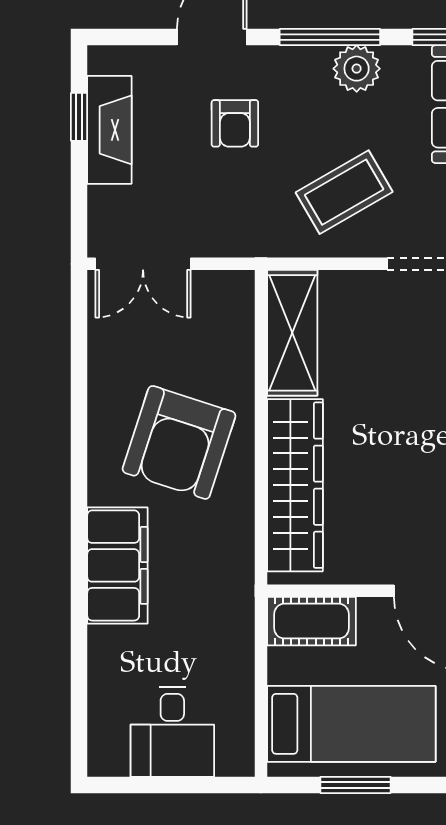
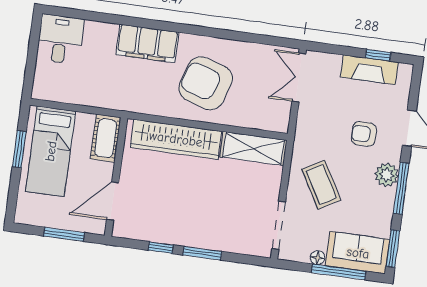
plant: (357, 69) -> (387, 175), moved
desk: (172, 732) -> (60, 39), moved, turned 90

